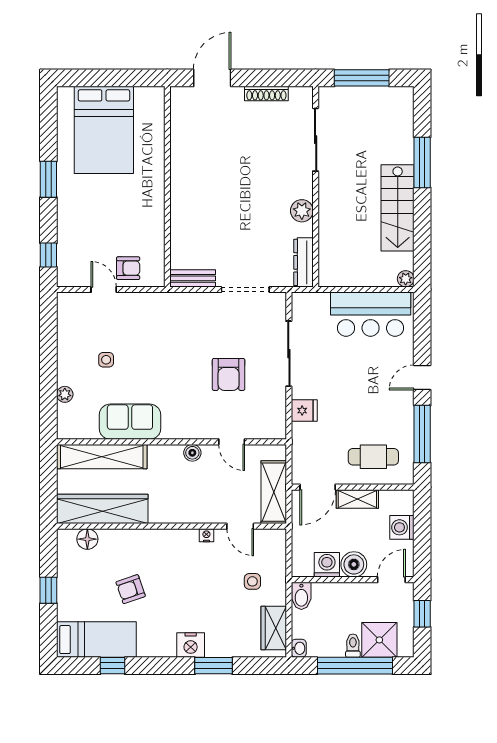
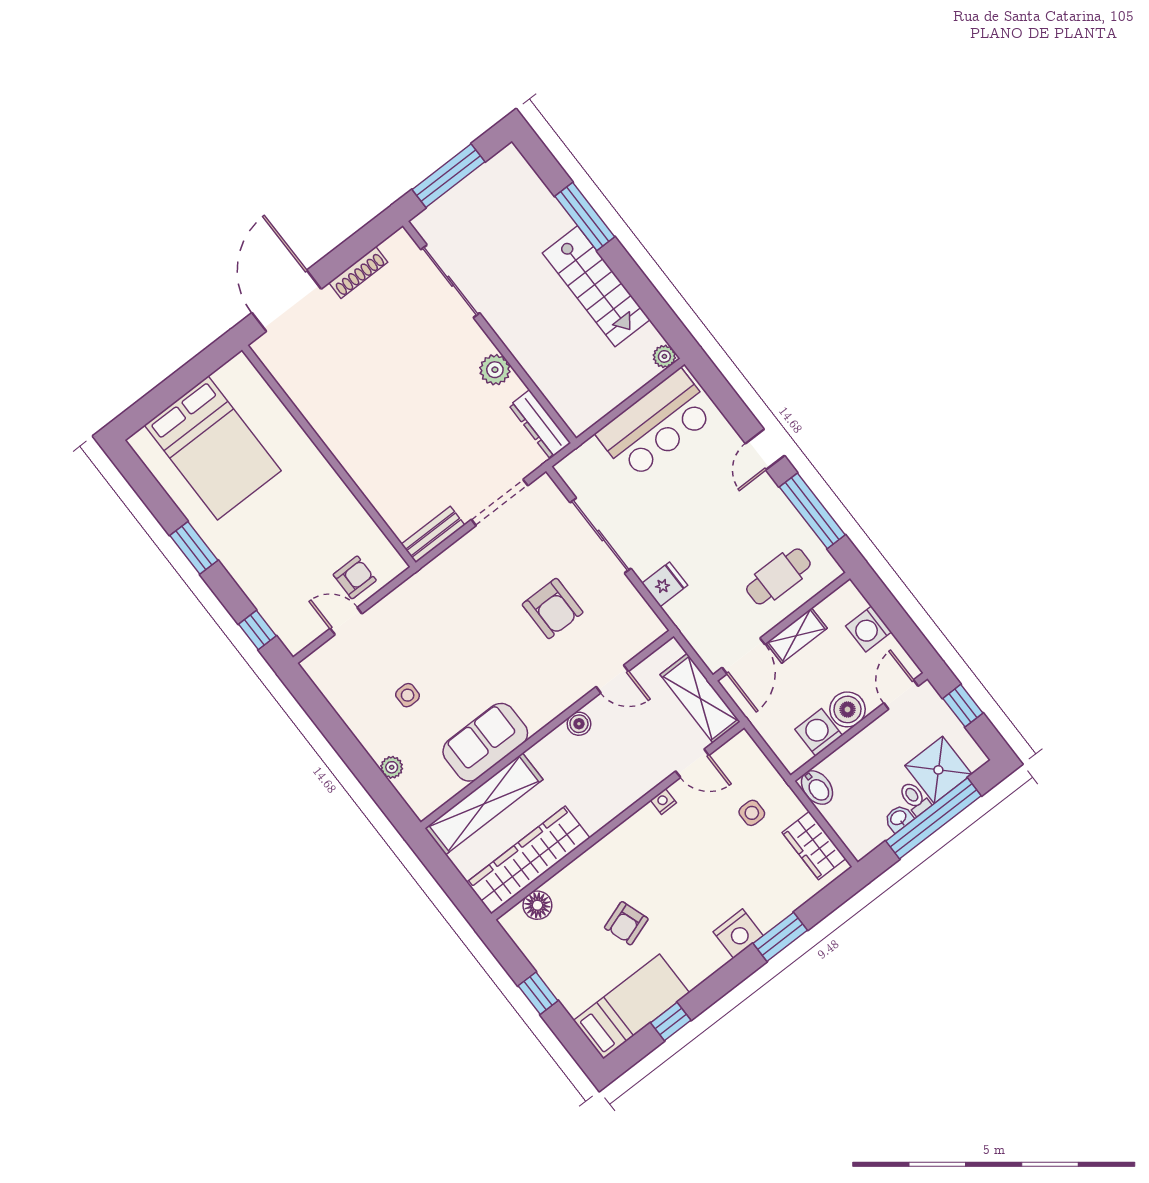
door: (212, 78) -> (286, 301), width x1.36
washbasin: (299, 648) -> (899, 818), moved, turned -90

